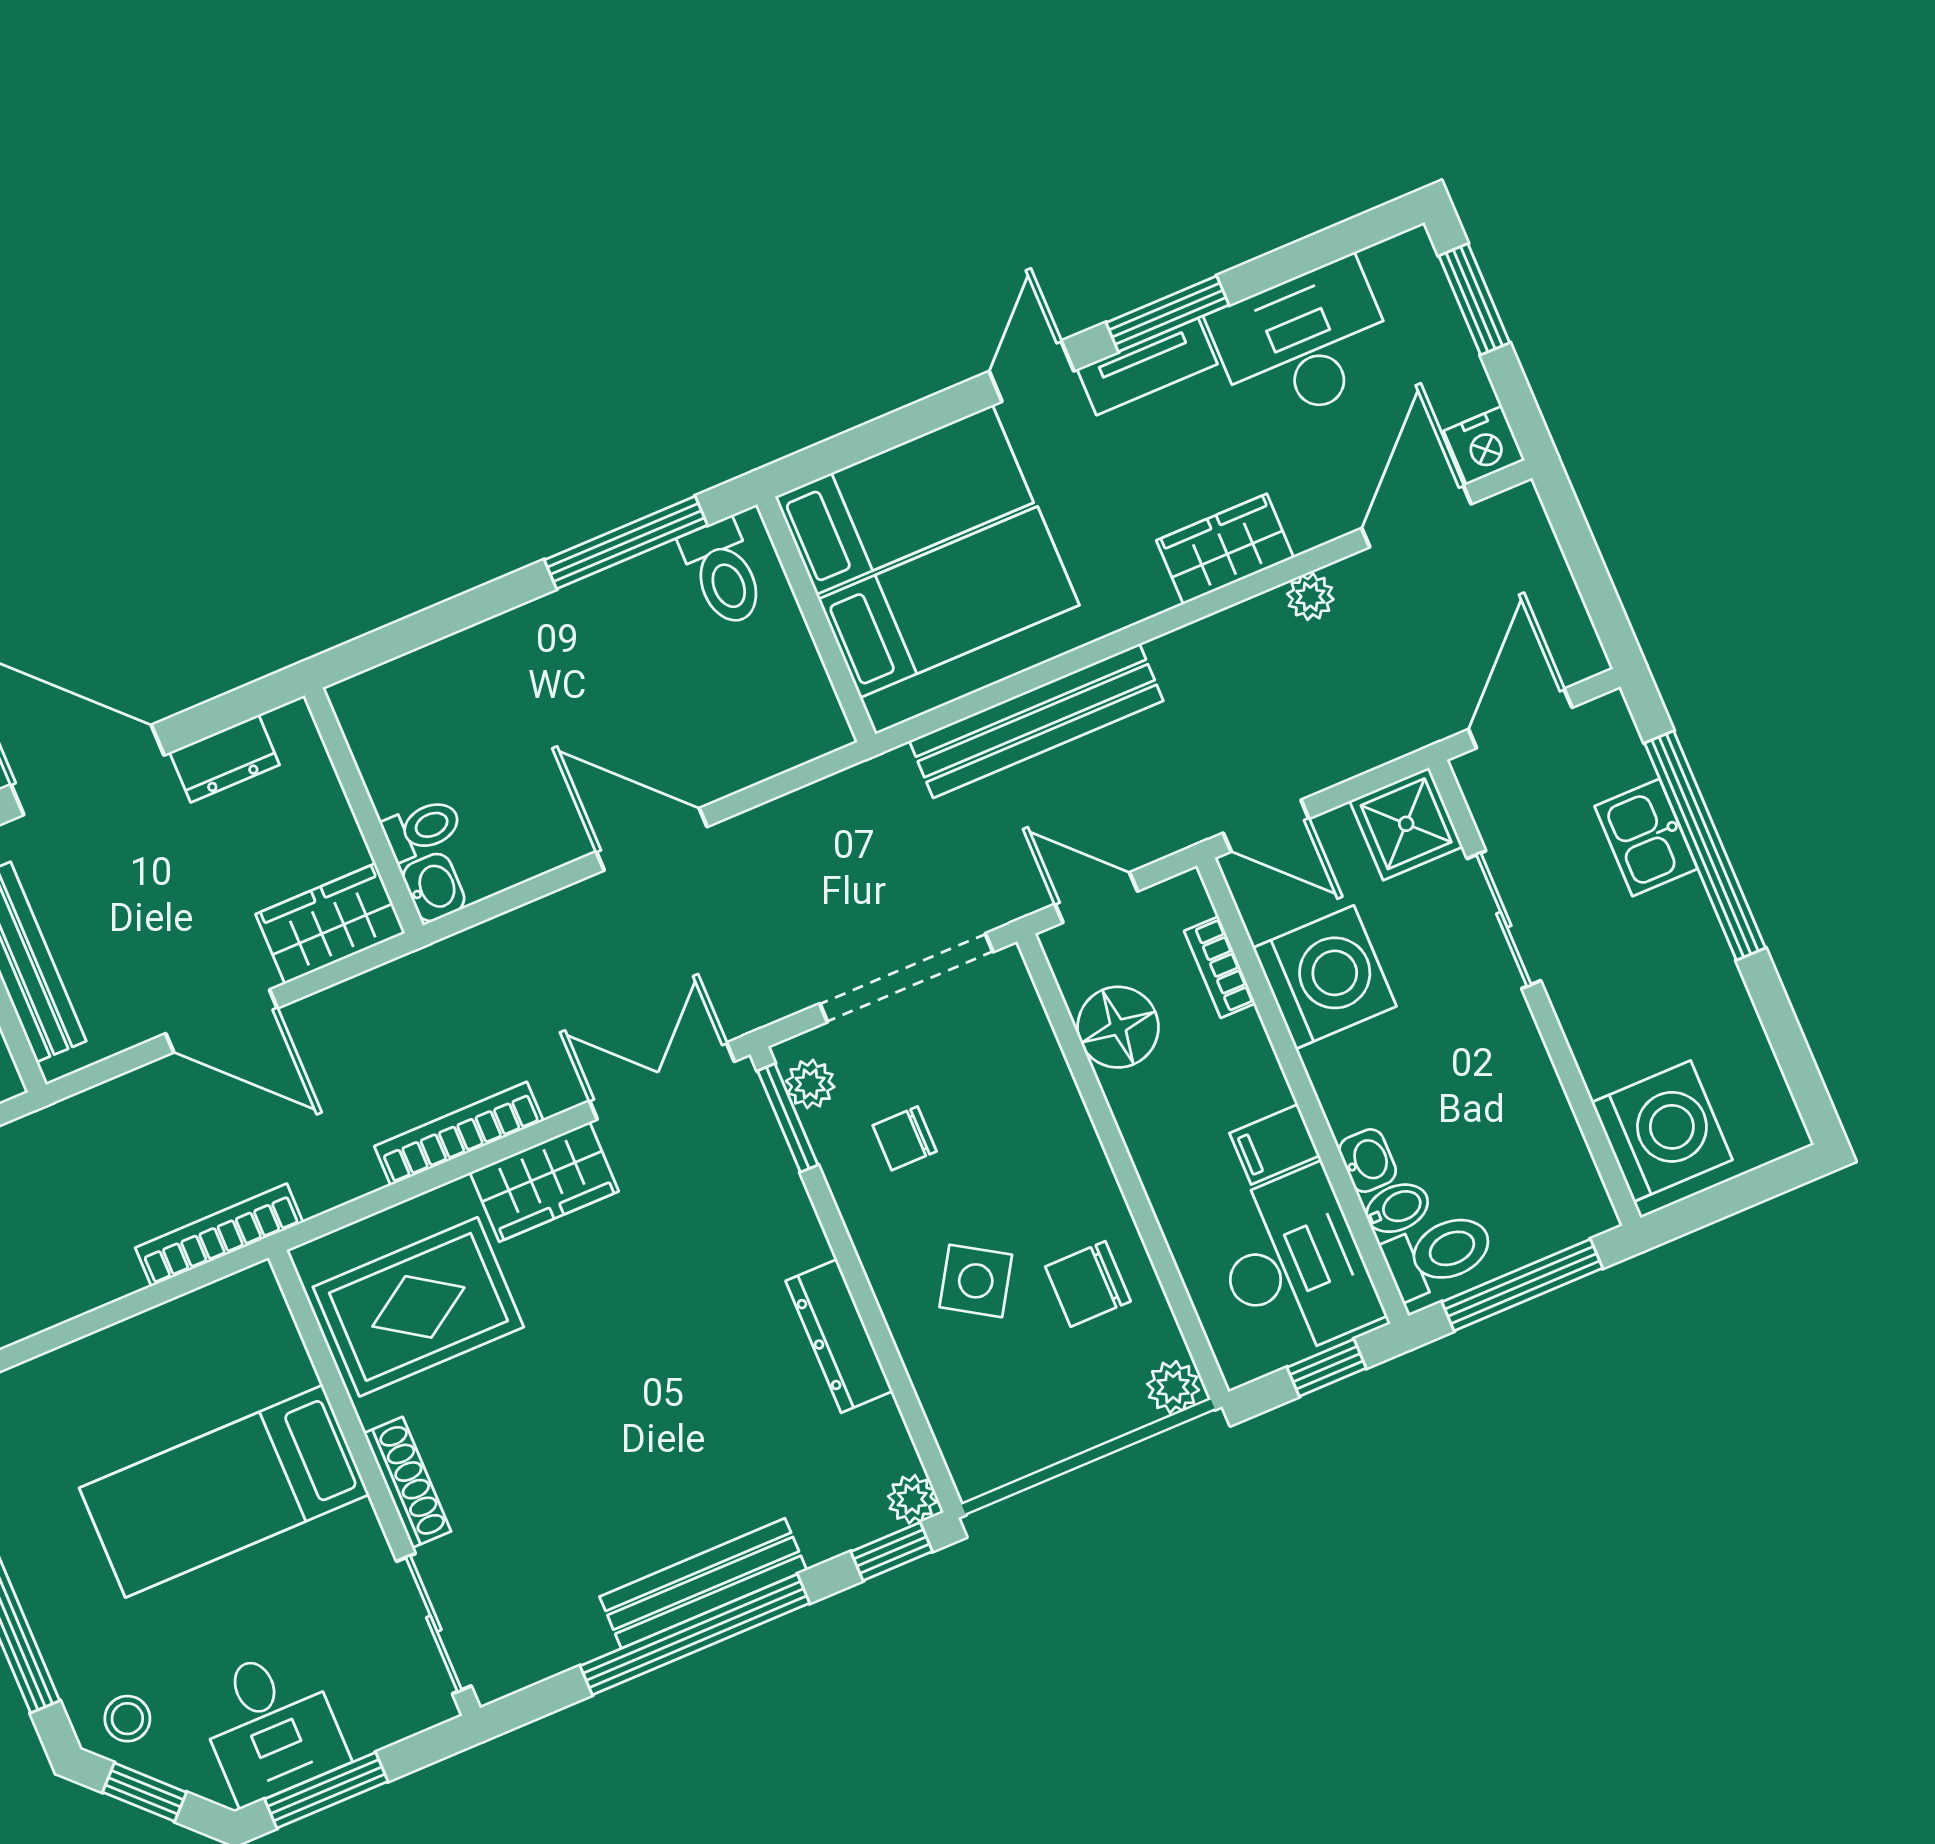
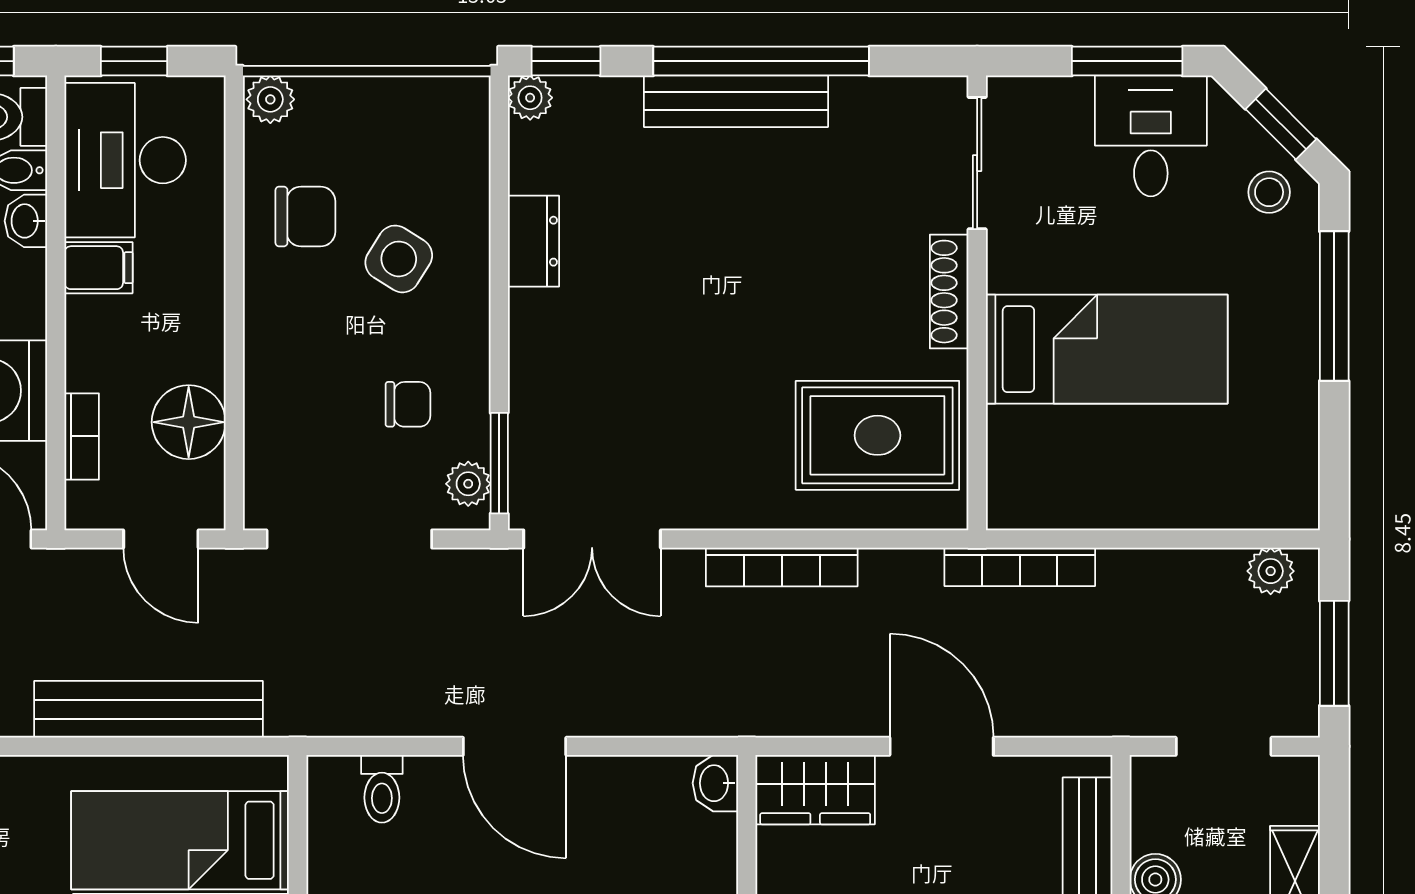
toilet: (422, 829) -> (382, 789), moved, turned -90
wardrobe: (544, 1182) -> (727, 496), removed
dresser: (839, 1336) -> (533, 241), width x0.70

